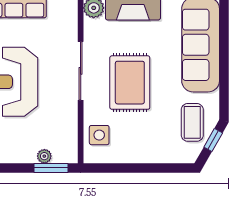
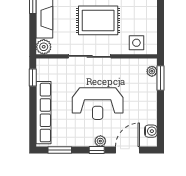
plant: (44, 156) -> (152, 71), moved

